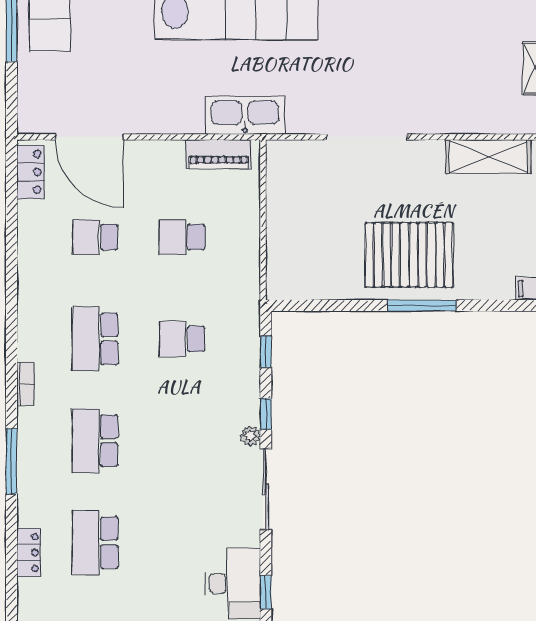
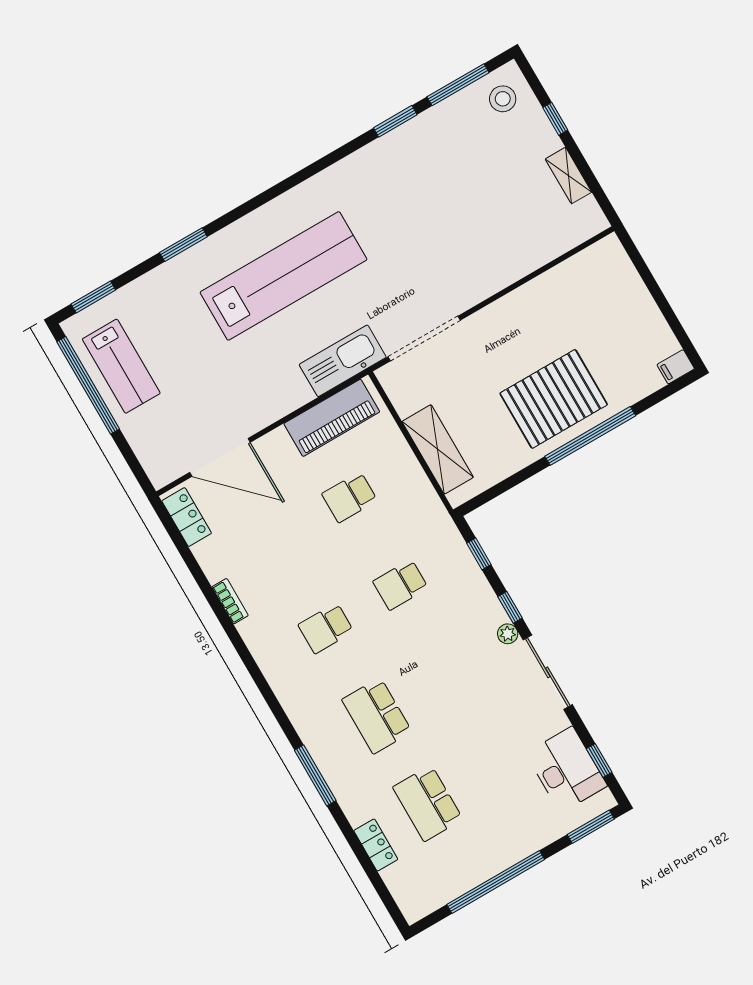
doorway: (367, 137) -> (424, 339), moved
piano: (219, 154) -> (332, 418), width x1.37, depth x1.33
shelving: (488, 157) -> (438, 449), moved, turned 90
school desk: (95, 237) -> (275, 541), removed
window: (422, 306) -> (590, 436), width x1.46
school desk: (95, 339) -> (326, 628), width x0.54
bookcase: (26, 384) -> (230, 601), moved

